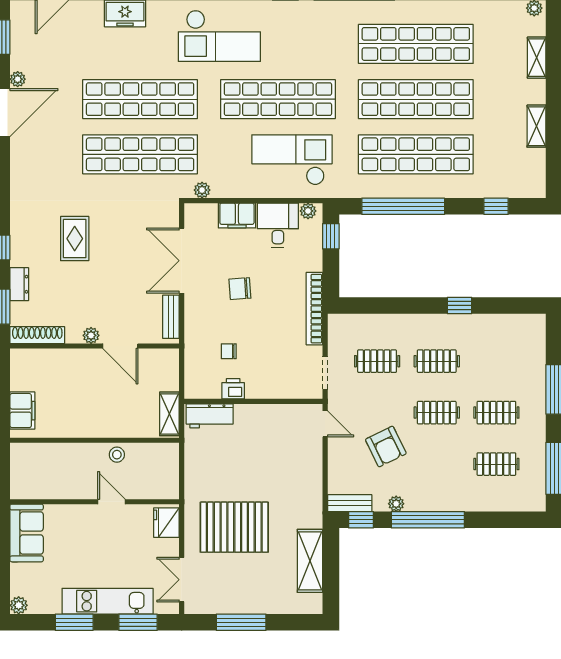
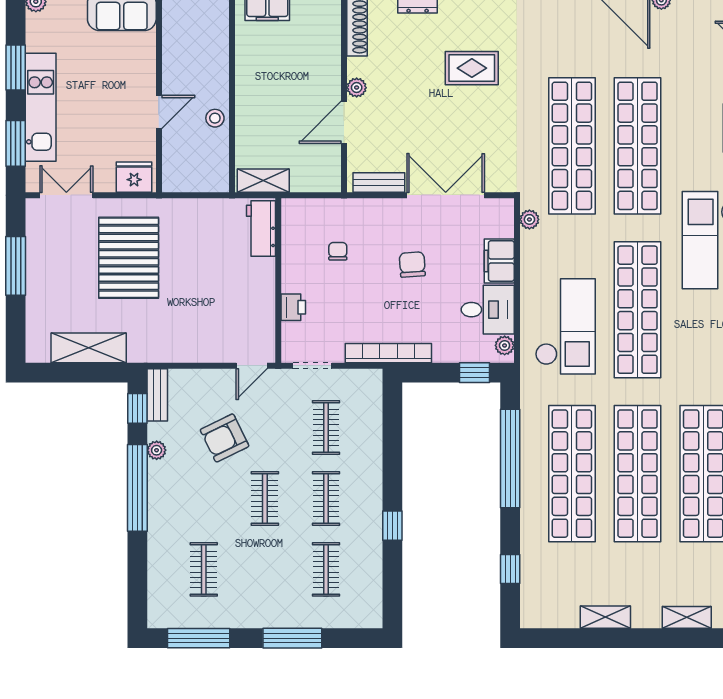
printer: (233, 389) -> (293, 307), moved
clothes rail: (496, 413) -> (326, 569), moved

